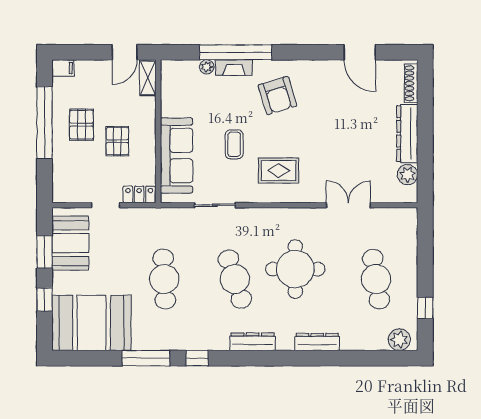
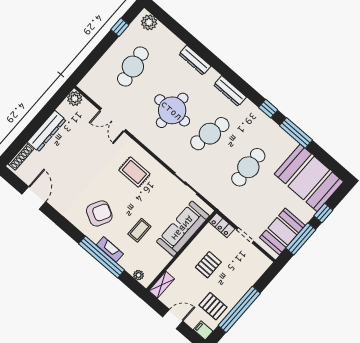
door: (125, 52) -> (173, 319), moved
plant: (207, 67) -> (138, 275), moved
armchair: (277, 95) -> (99, 213), turned 45
pallet: (81, 125) -> (213, 306), moved, turned 90
coffee table: (234, 144) -> (139, 230), moved
plant: (408, 175) -> (75, 99), moved
window: (45, 252) -> (301, 239), width x1.44
cafe table: (235, 279) -> (210, 134), turned 30

